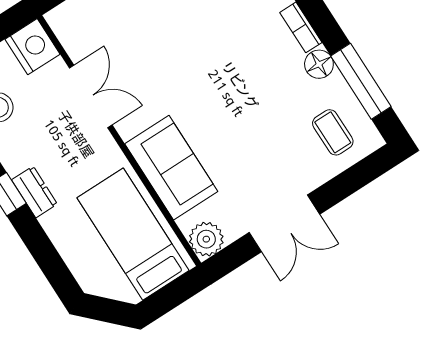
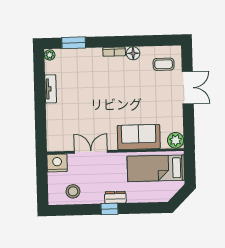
window: (361, 81) -> (150, 41), removed
double door: (284, 223) -> (188, 88), moved

